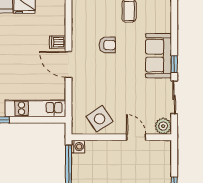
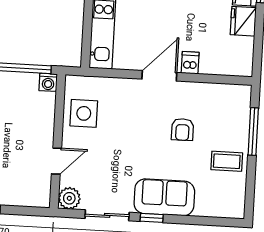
side table: (99, 119) -> (84, 113), turned 34

